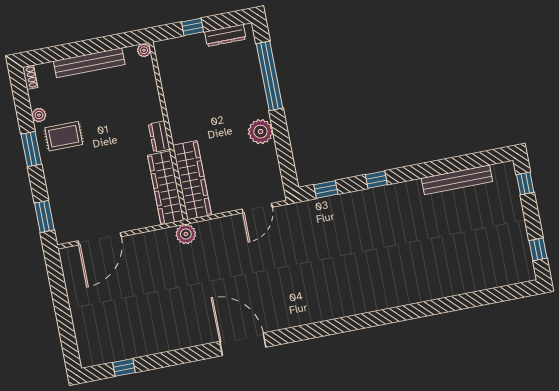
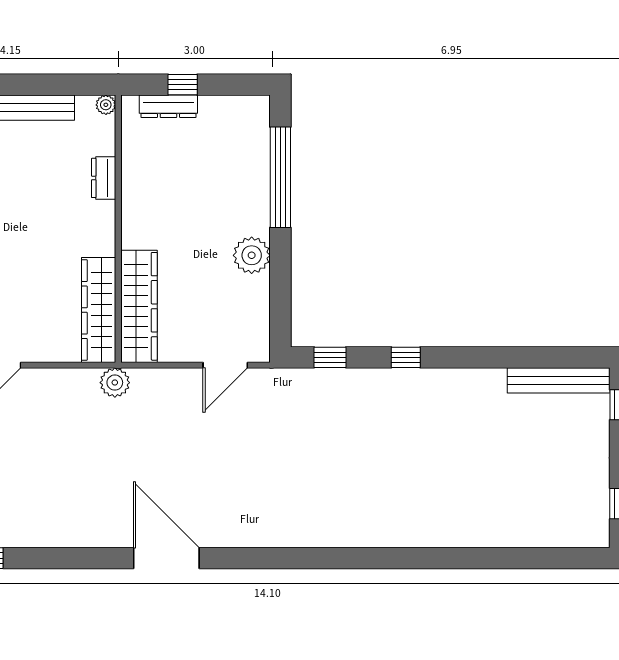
dresser: (225, 35) -> (168, 106), moved
dresser: (159, 137) -> (104, 178), moved
bench: (457, 180) -> (559, 380), moved

